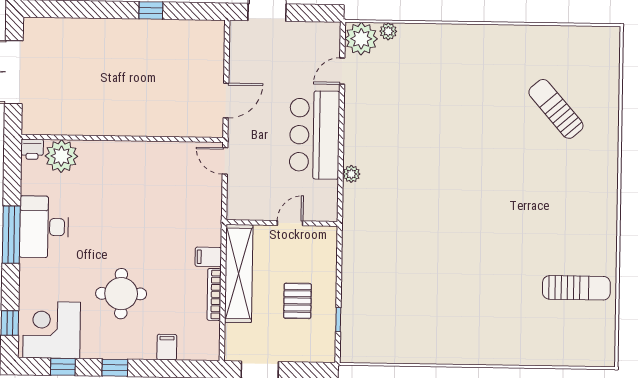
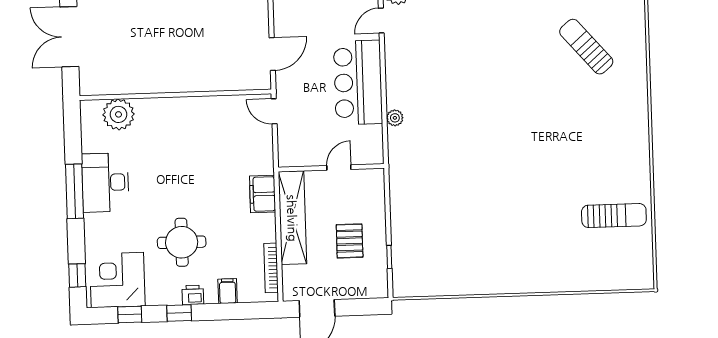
printer: (32, 149) -> (193, 295), moved, turned 180
filing cabinet: (208, 257) -> (263, 194), width x2.00
bookcase: (214, 294) -> (271, 268), moved

